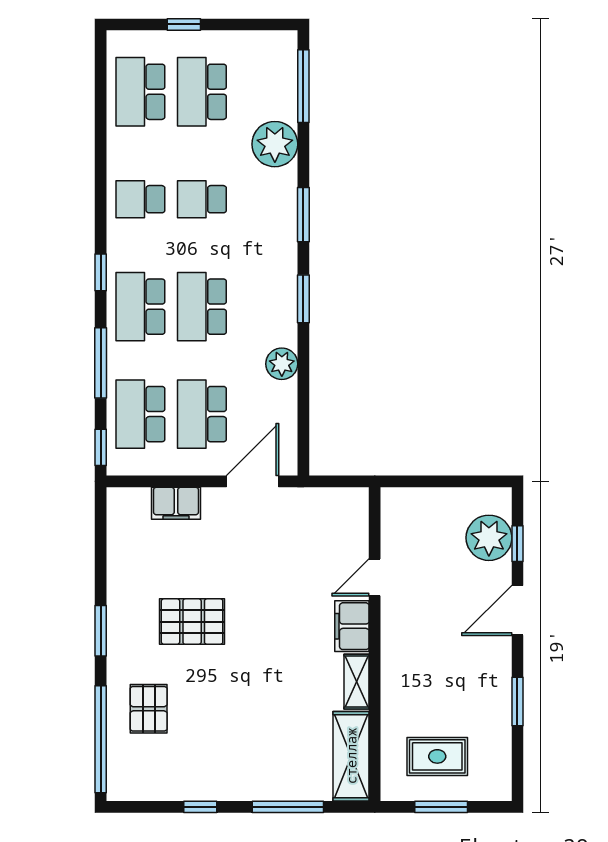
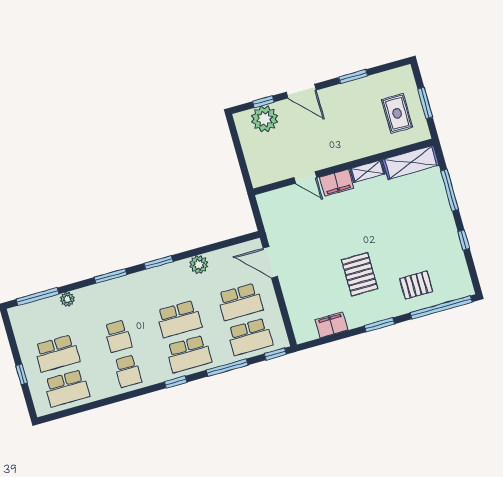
plant: (275, 144) -> (67, 299), width x0.53, depth x0.53
filing cabinet: (176, 503) -> (332, 325), moved, turned -90

